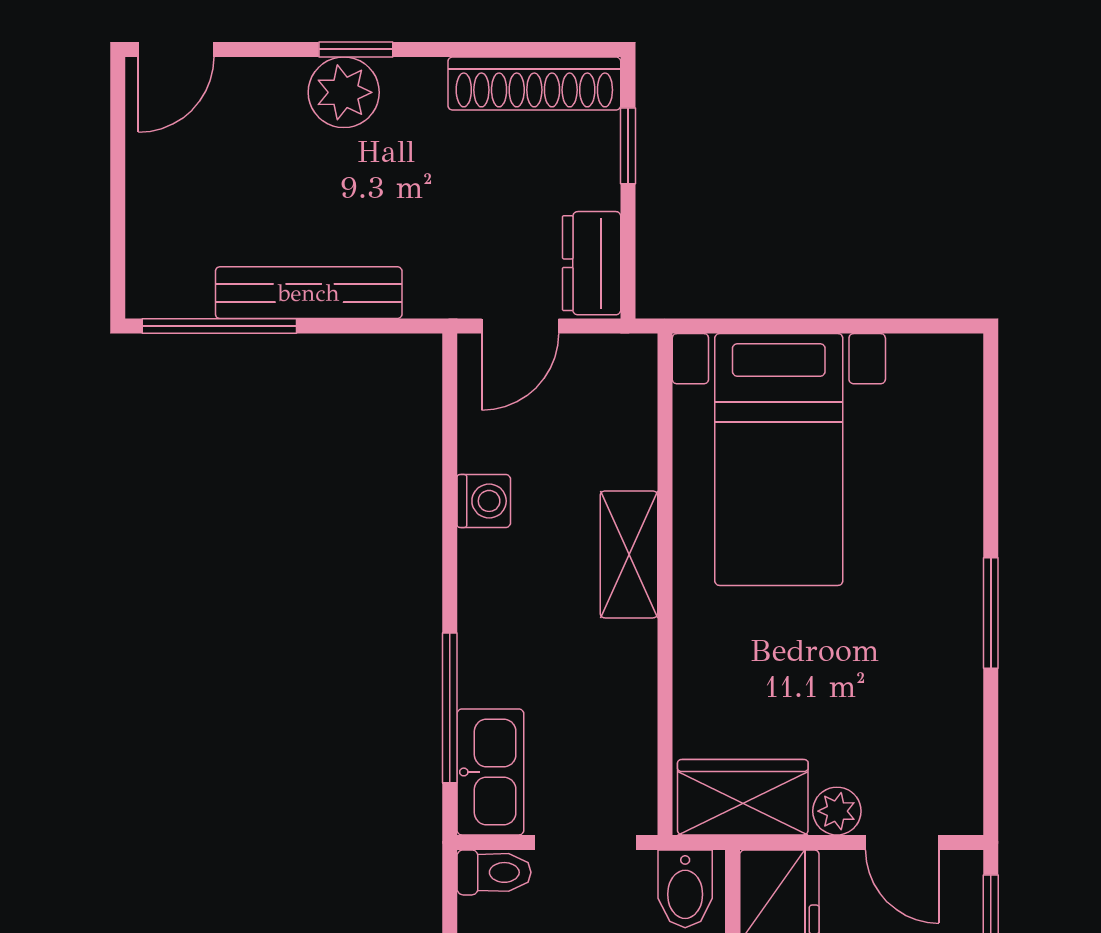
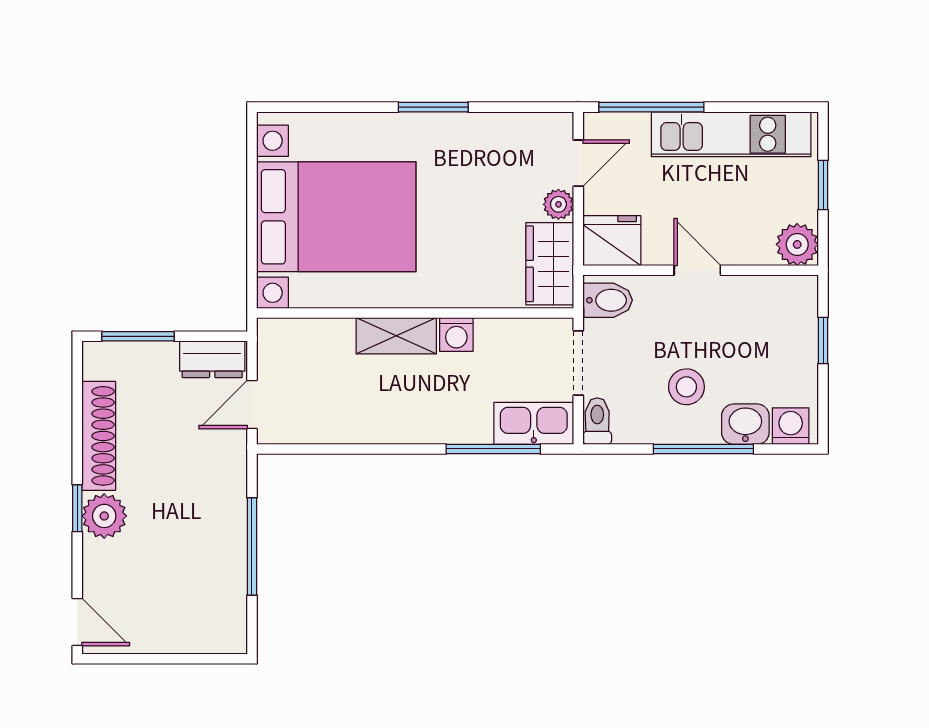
shoe rack: (534, 84) -> (99, 436), moved
window: (628, 146) -> (138, 336), width x1.50
bench: (309, 293) -> (231, 538), removed
window: (219, 326) -> (252, 547), moved
door: (520, 326) -> (252, 405), swing flipped
bed with nightstands: (779, 460) -> (336, 217), width x1.36
washing machine: (484, 501) -> (456, 334), moved, turned 180

